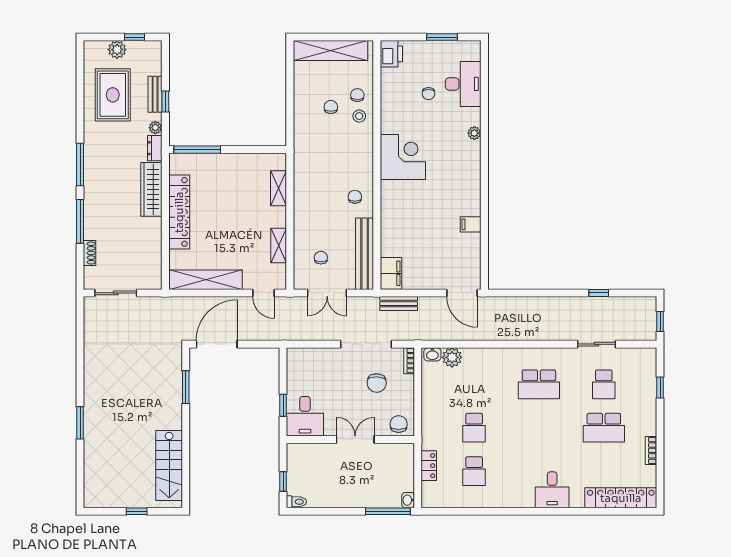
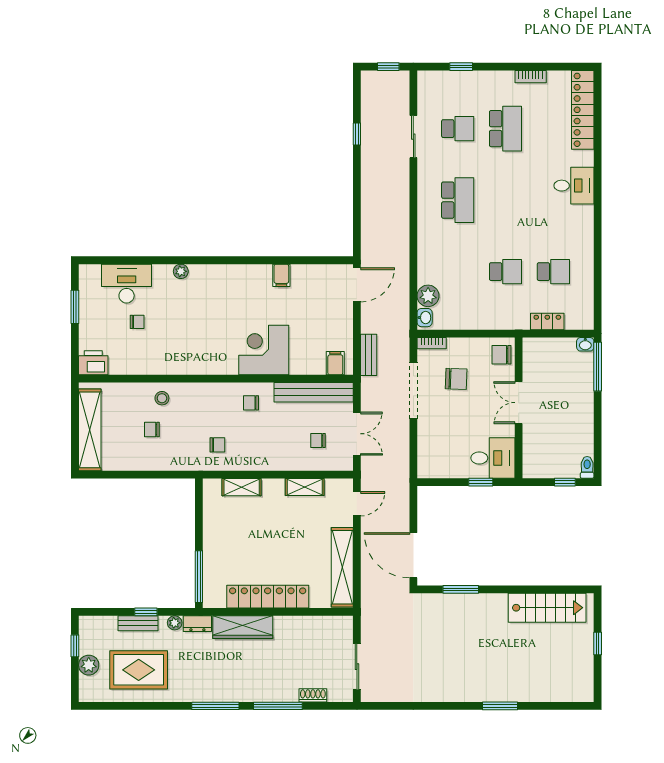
chair: (357, 95) -> (217, 445), moved, turned 180
corner desk: (403, 157) -> (264, 350), moved
filing cabinet: (391, 273) -> (335, 363), width x0.50

